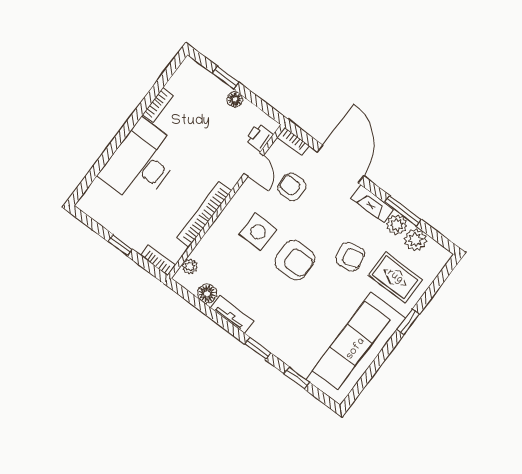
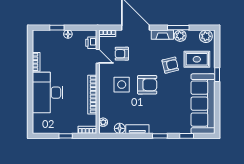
plant: (415, 240) -> (206, 36), moved

